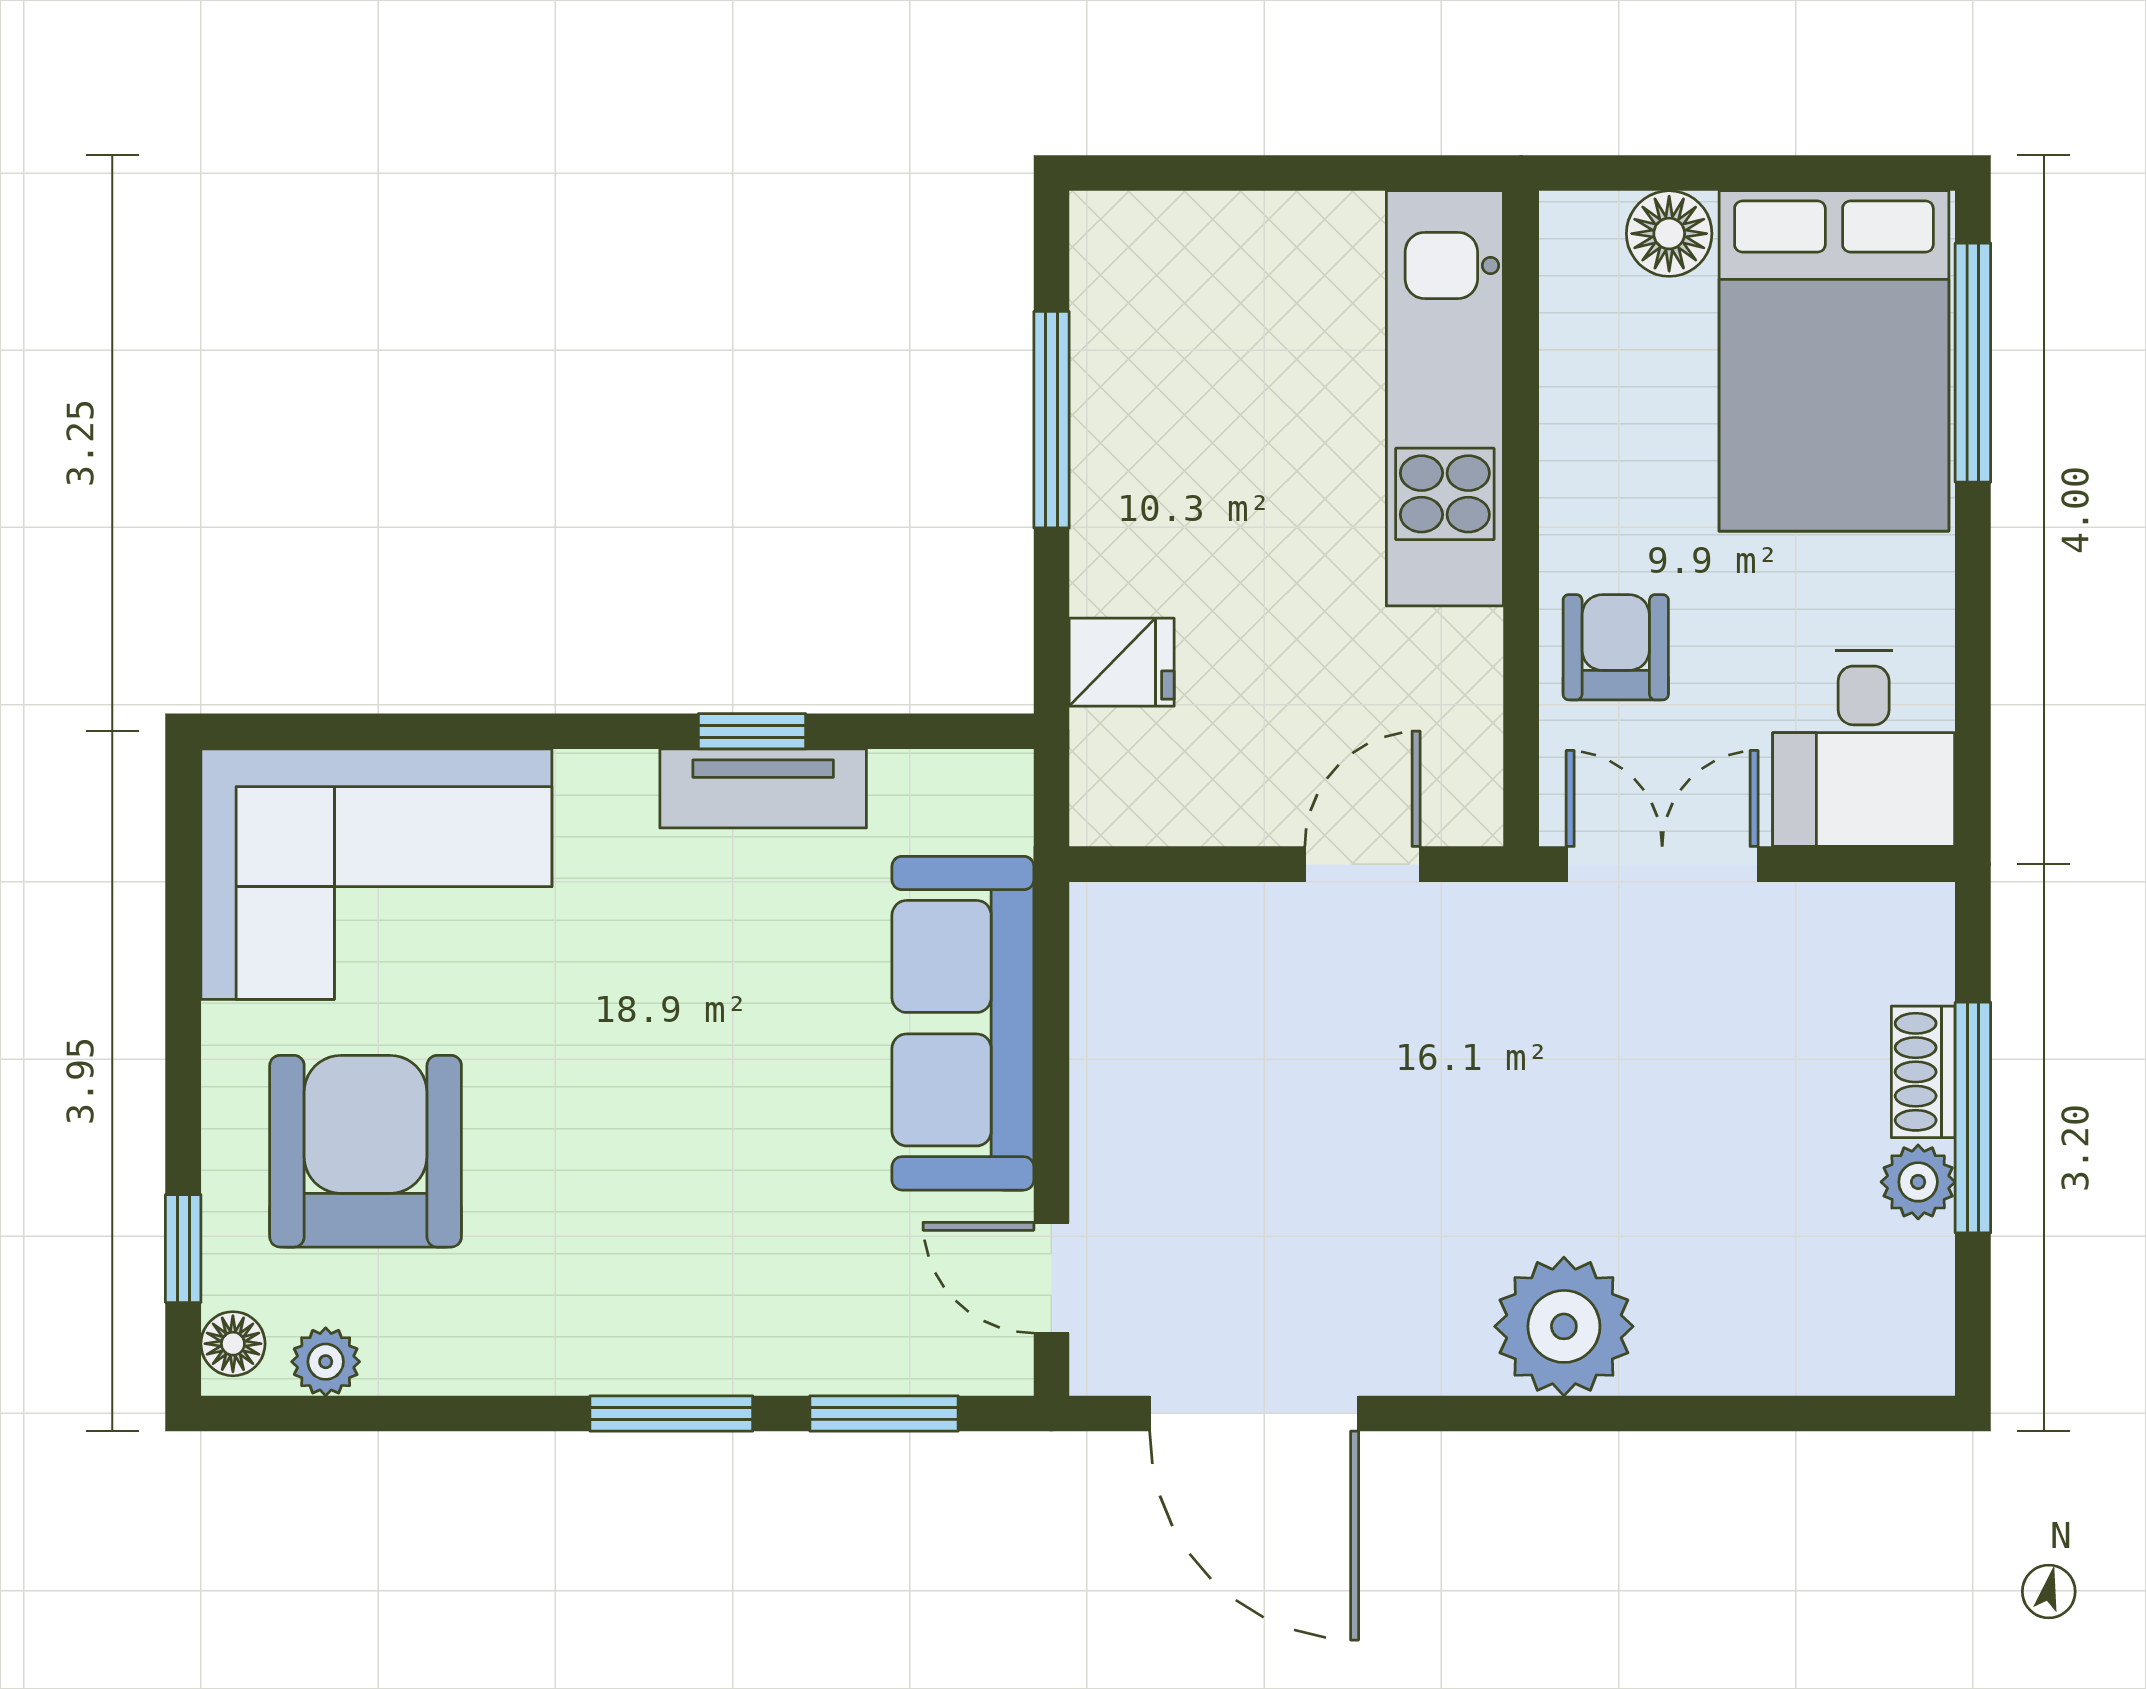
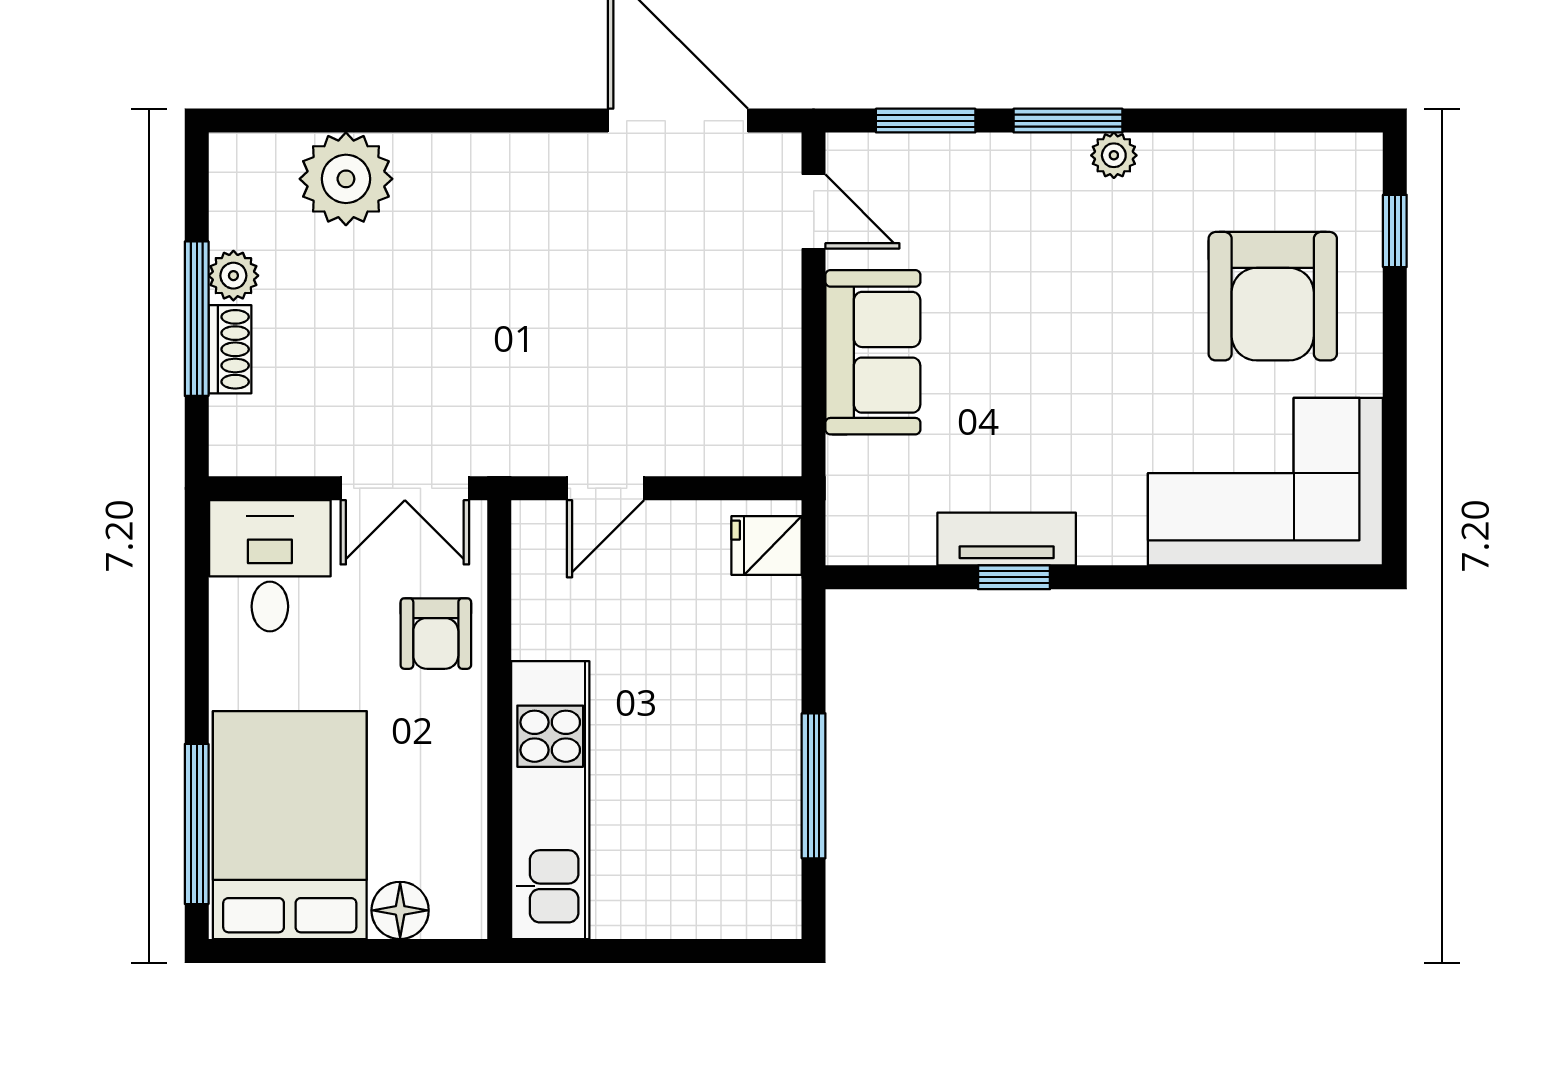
fridge: (1122, 662) -> (767, 545), moved
sofa: (963, 1023) -> (873, 352), width x0.73
plant: (1564, 1326) -> (346, 179), moved
floor lamp: (233, 1344) -> (1361, 167), removed
plant: (326, 1362) -> (1114, 155), moved

